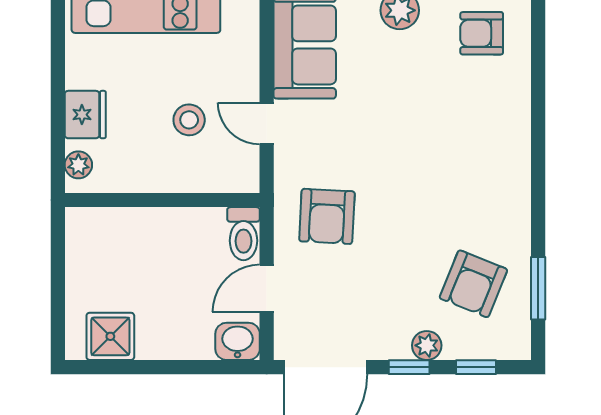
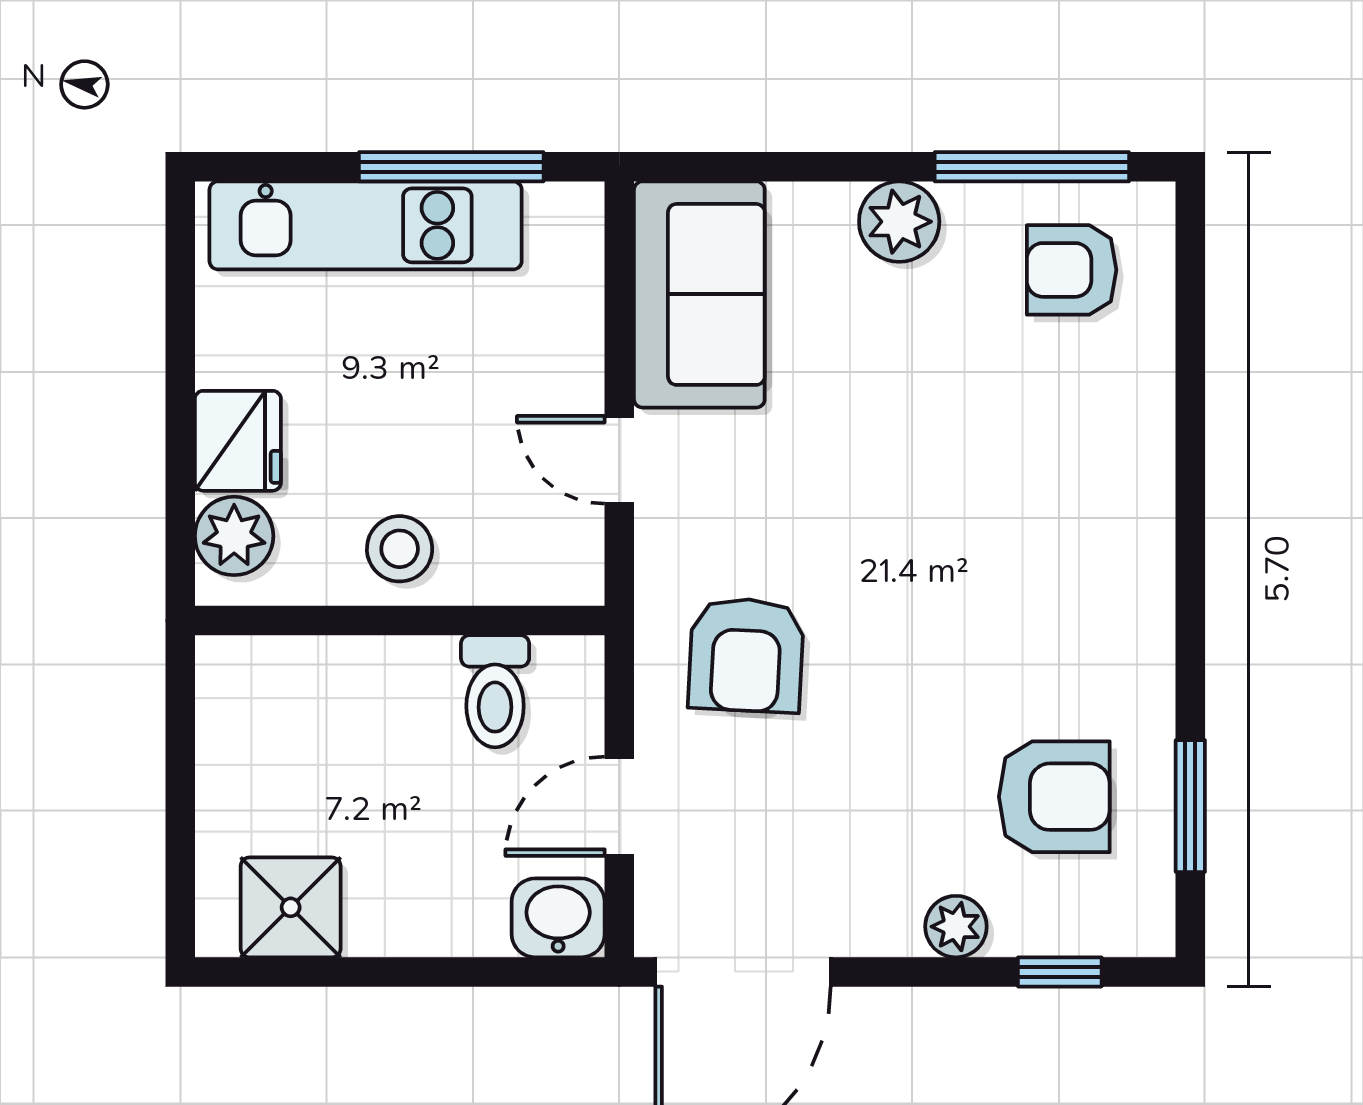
stool: (189, 120) -> (400, 549), moved
plant: (78, 165) -> (234, 536), width x1.38, depth x1.38
toilet: (243, 234) -> (495, 691), moved
armchair: (473, 284) -> (1054, 797), turned -112
window: (409, 367) -> (919, 972), removed

